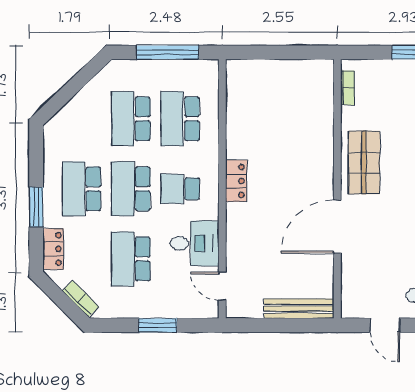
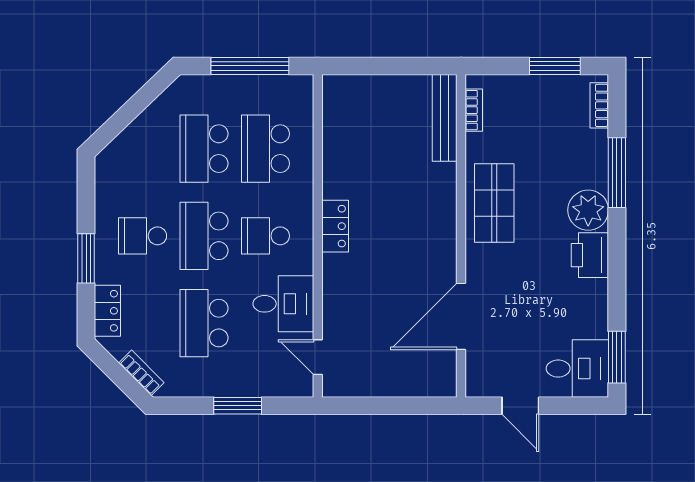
school desk: (81, 189) -> (143, 236), width x0.54
door: (337, 227) -> (461, 316), moved
bench: (299, 309) -> (445, 118), moved, turned 90

